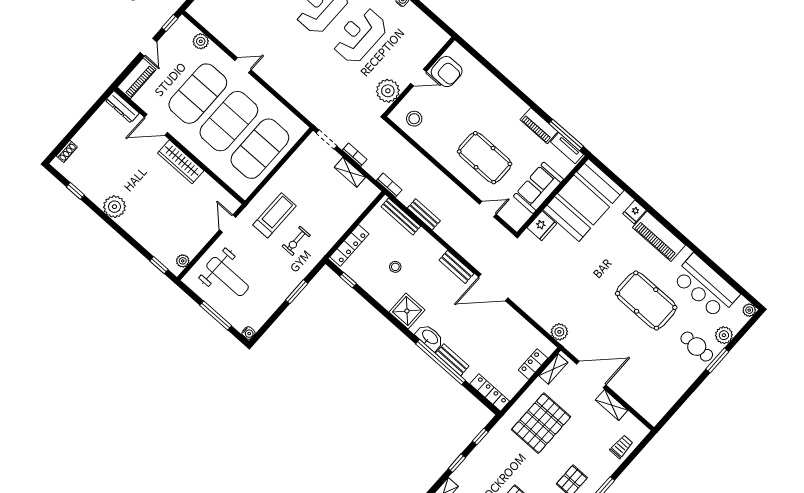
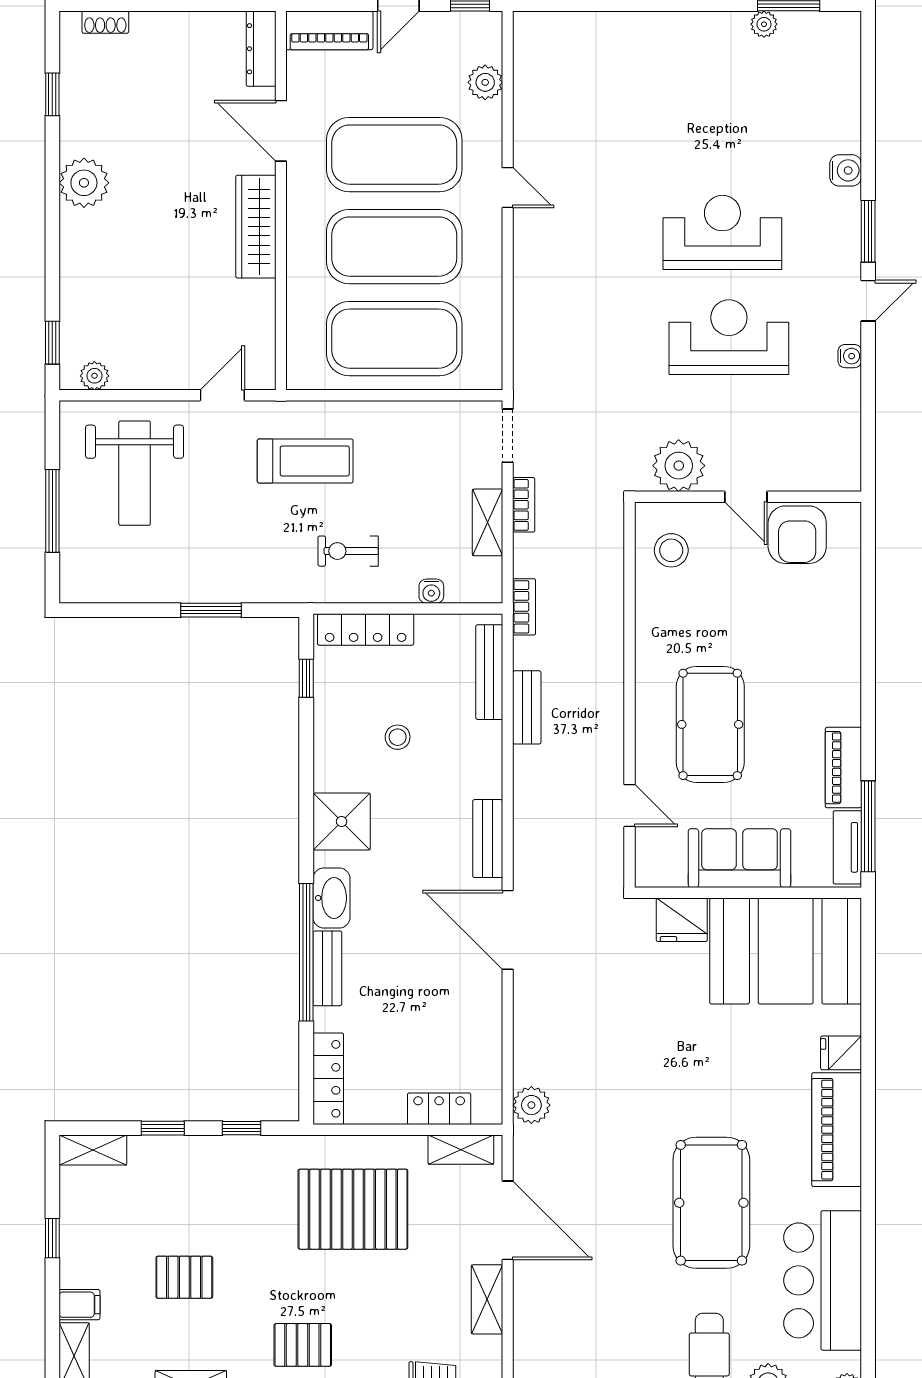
exercise bike: (296, 241) -> (348, 551), moved
water cooler: (249, 333) -> (431, 591), moved

